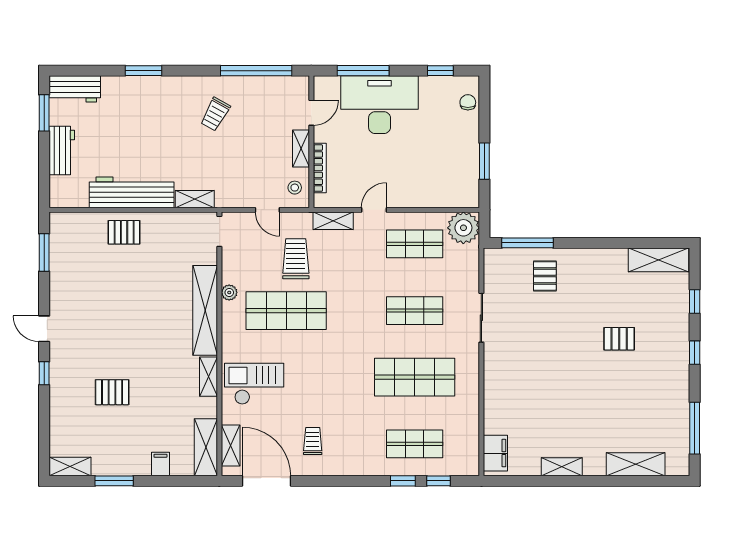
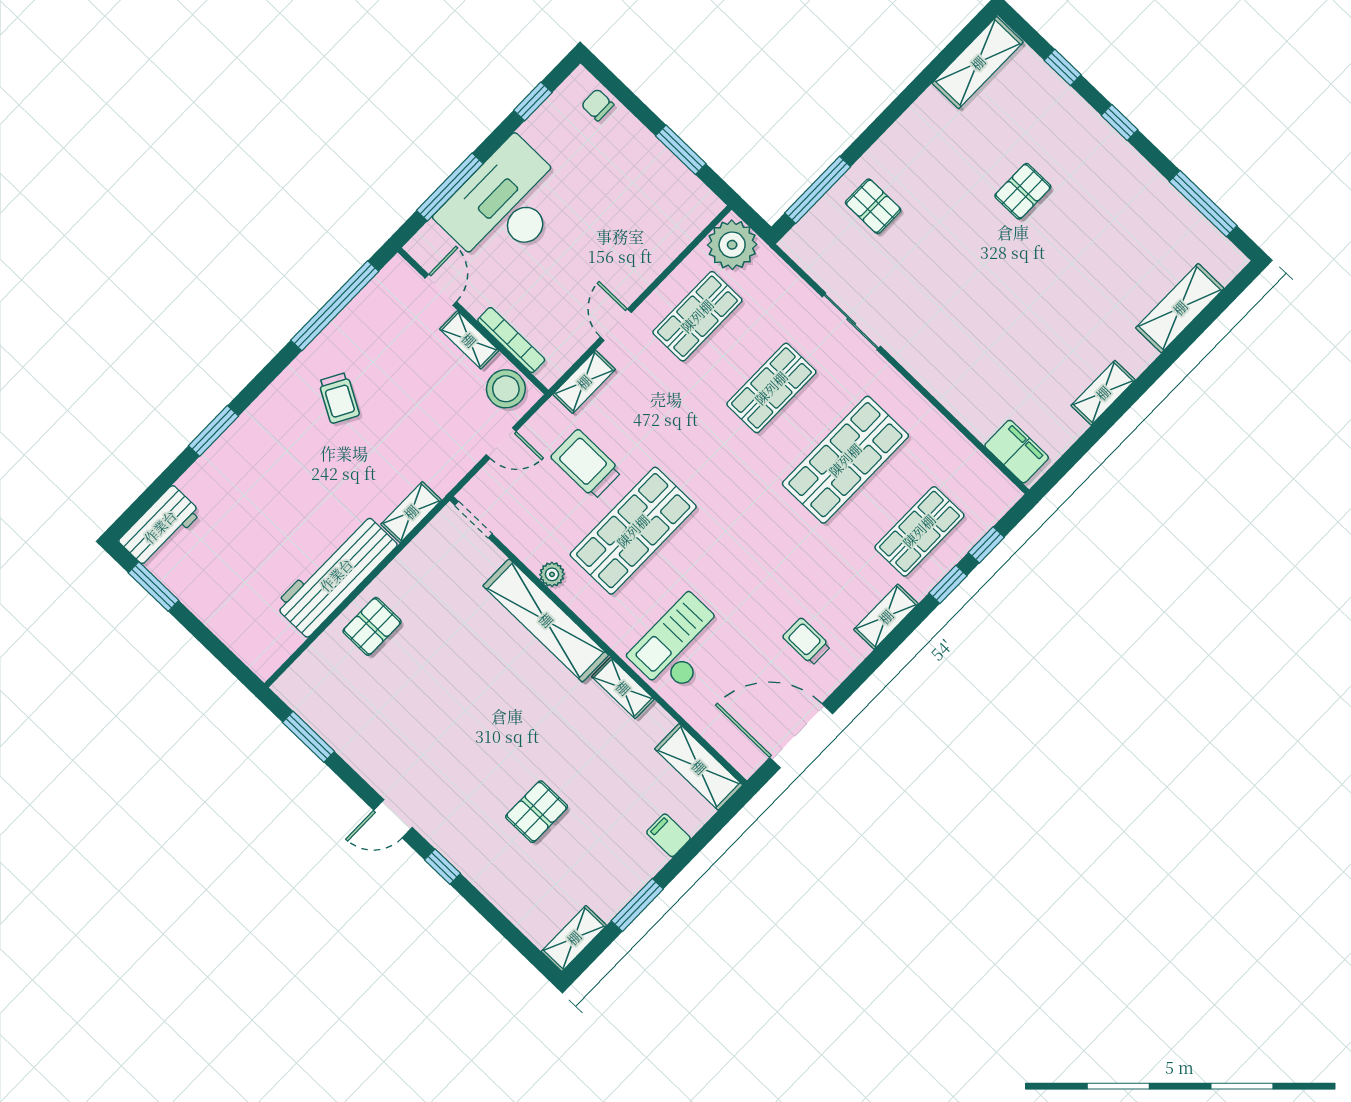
workbench: (62, 151) -> (214, 608), removed
stool: (295, 188) -> (506, 389), width x1.89, depth x1.89
shelving: (231, 446) -> (886, 617), moved, turned 90

